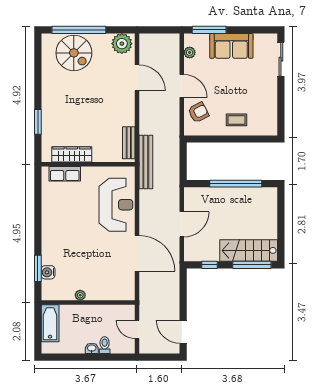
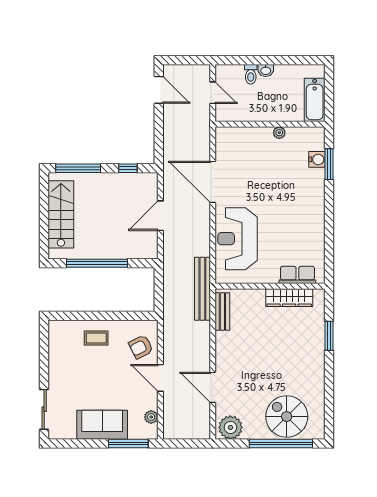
stairs: (249, 250) -> (61, 214), moved, turned -90

